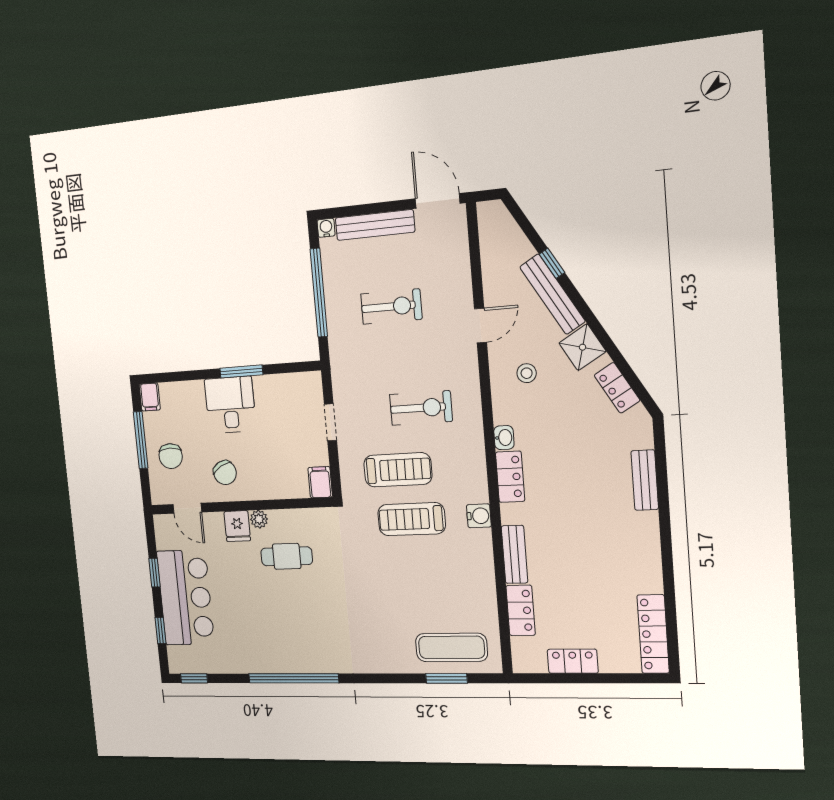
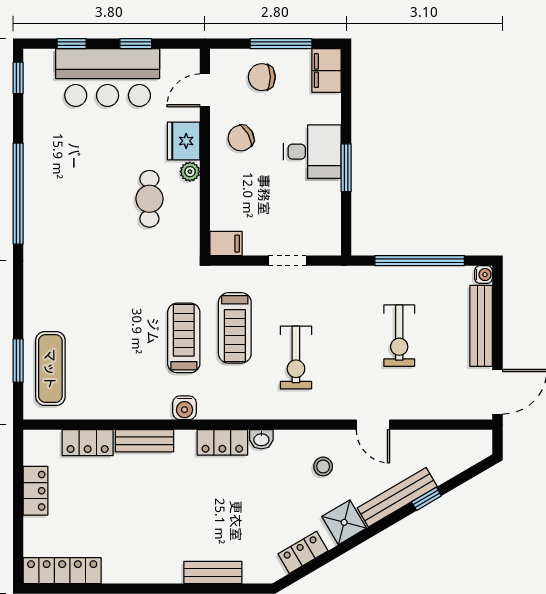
filing cabinet: (150, 397) -> (326, 71), width x2.00
fridge: (237, 526) -> (184, 141), width x1.38

